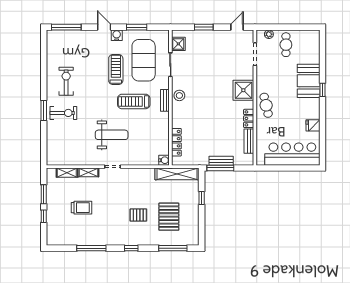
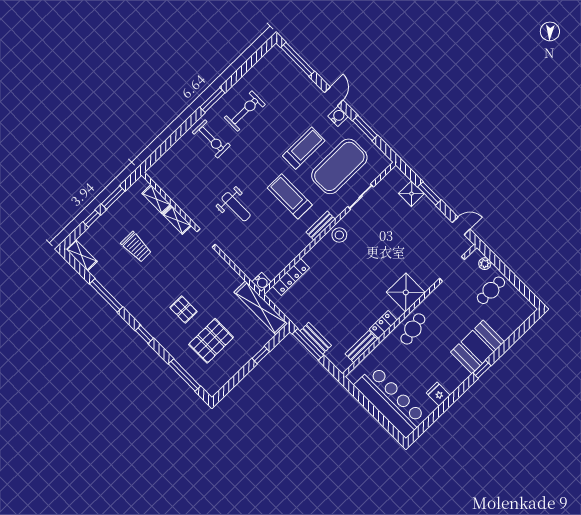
shower: (178, 44) -> (411, 194), moved
window: (44, 110) -> (212, 100), moved
weight bench: (112, 135) -> (236, 207), width x0.73, depth x0.75
shelving: (58, 240) -> (82, 255), added

